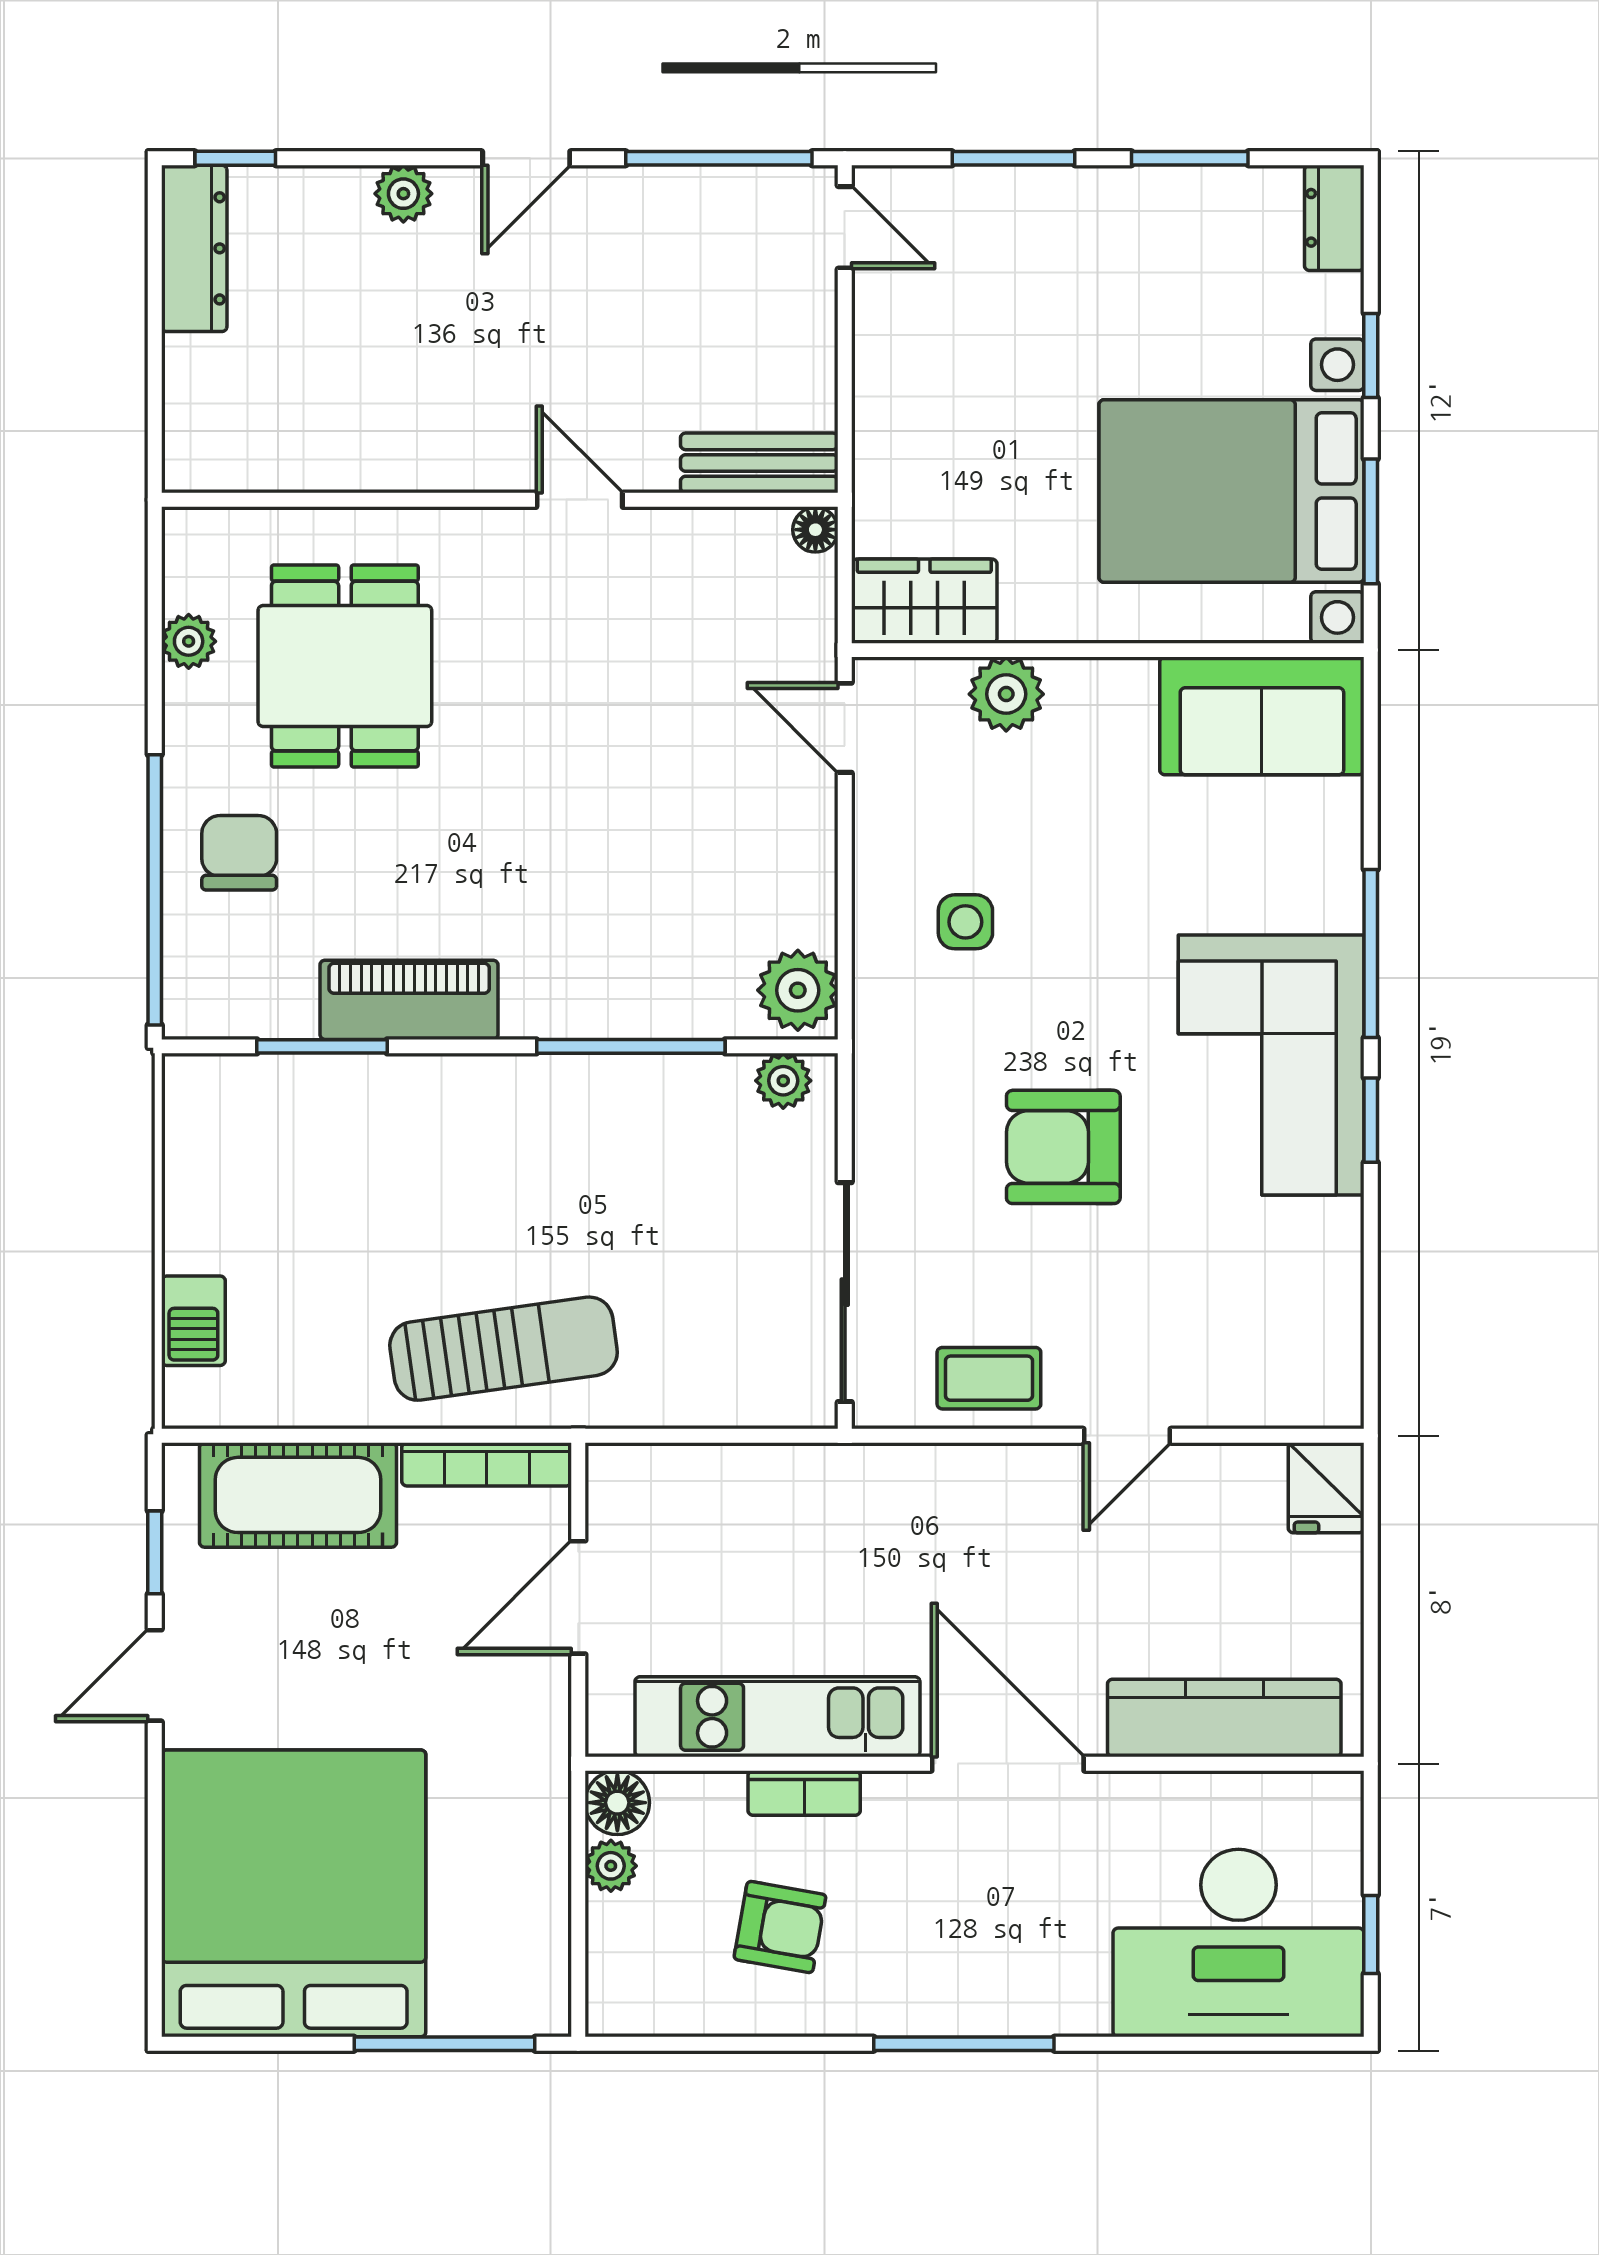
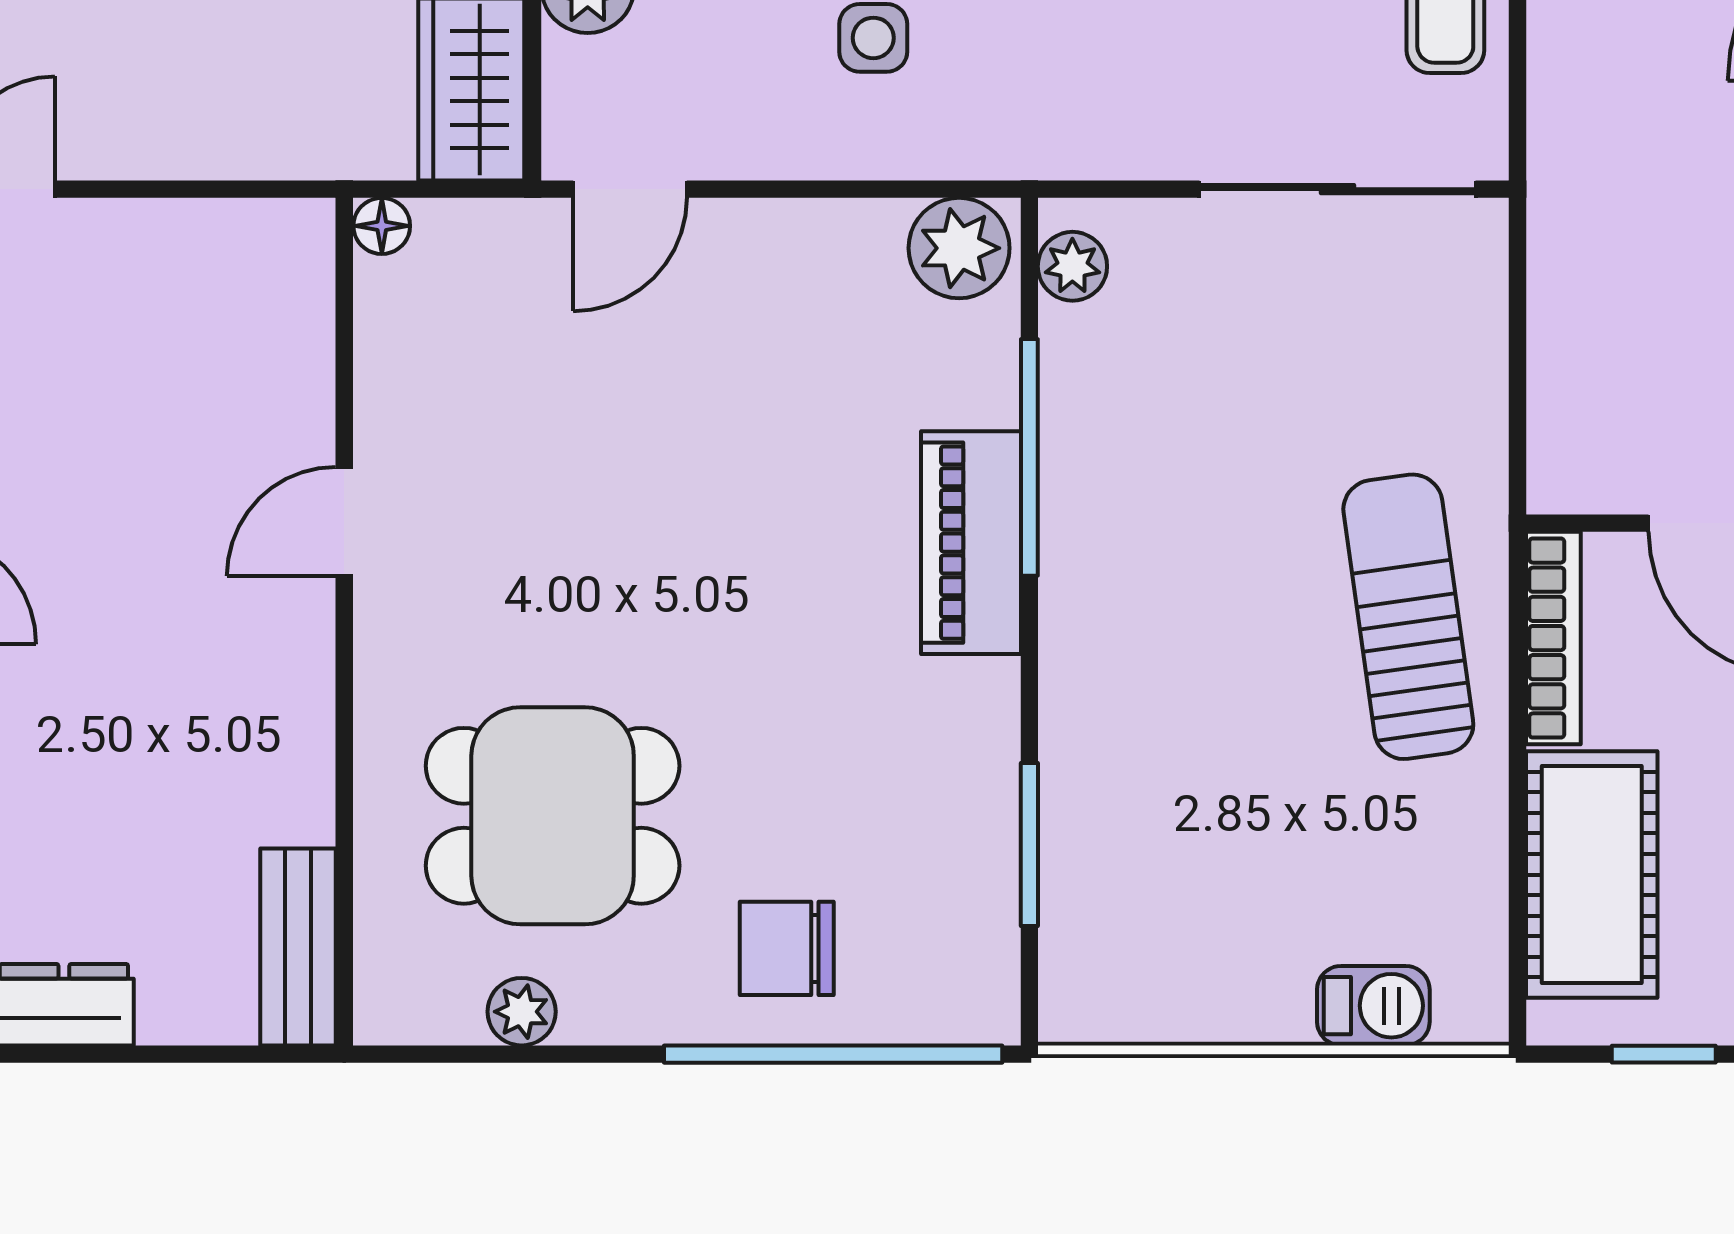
bench: (759, 463) -> (298, 947), moved
piano: (409, 1000) -> (971, 543), moved

